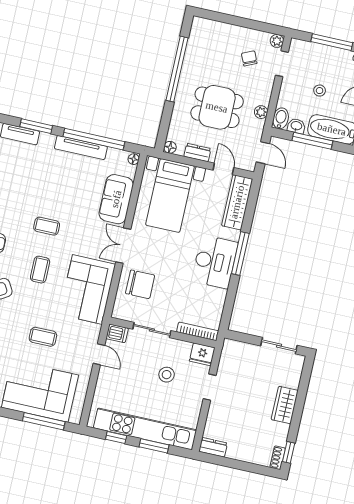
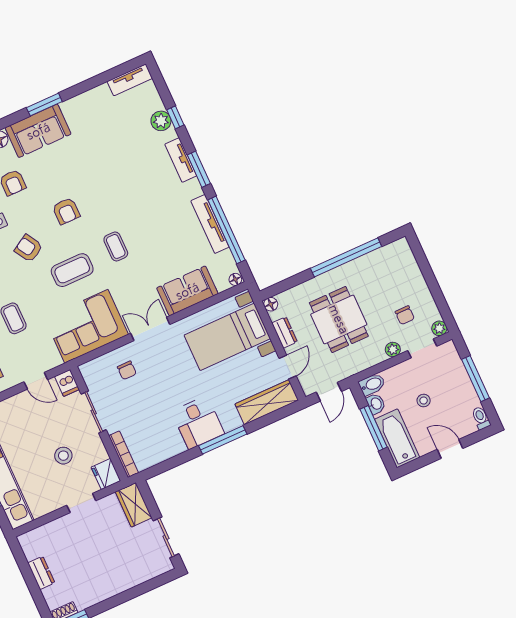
chair: (249, 58) -> (405, 315), turned 114
plant: (261, 112) -> (393, 349), moved
desk: (215, 262) -> (198, 422), width x0.73
coffee table: (40, 270) -> (72, 270), width x1.36, depth x1.30
chair: (140, 284) -> (127, 370), width x0.54, depth x0.54
door: (99, 354) -> (36, 381), hinge flipped
wardrobe: (285, 405) -> (134, 505), moved, turned -90
dresser: (213, 447) -> (41, 573), moved

